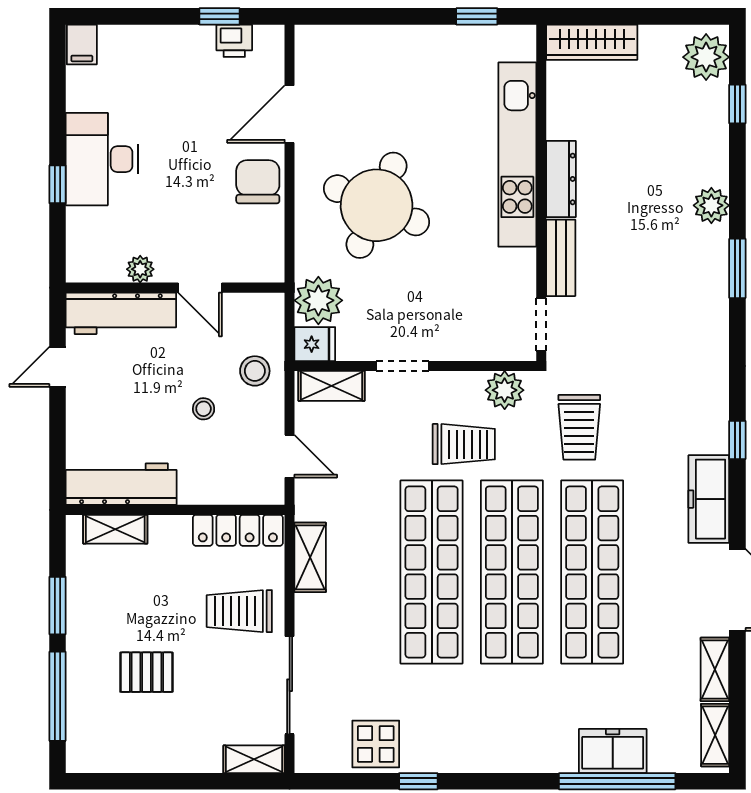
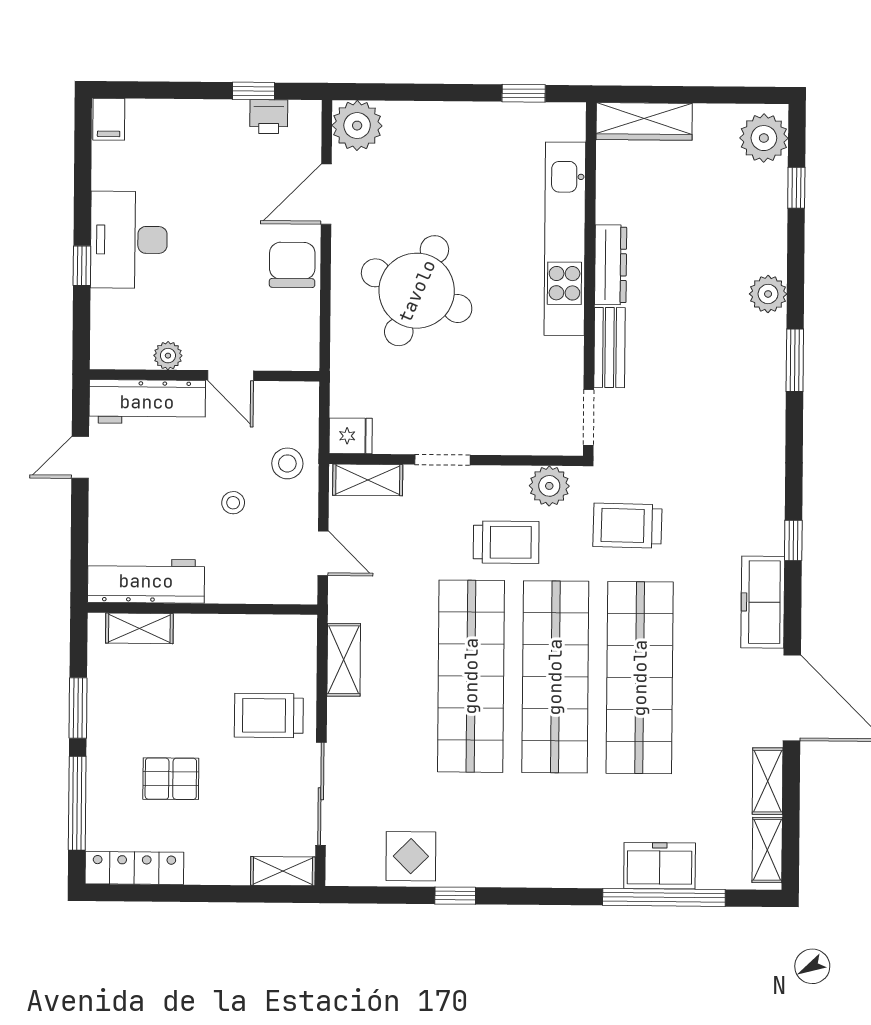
plant: (318, 300) -> (357, 126), moved
trolley: (579, 427) -> (627, 526), turned 91
locker: (238, 530) -> (134, 868), moved, turned 180

